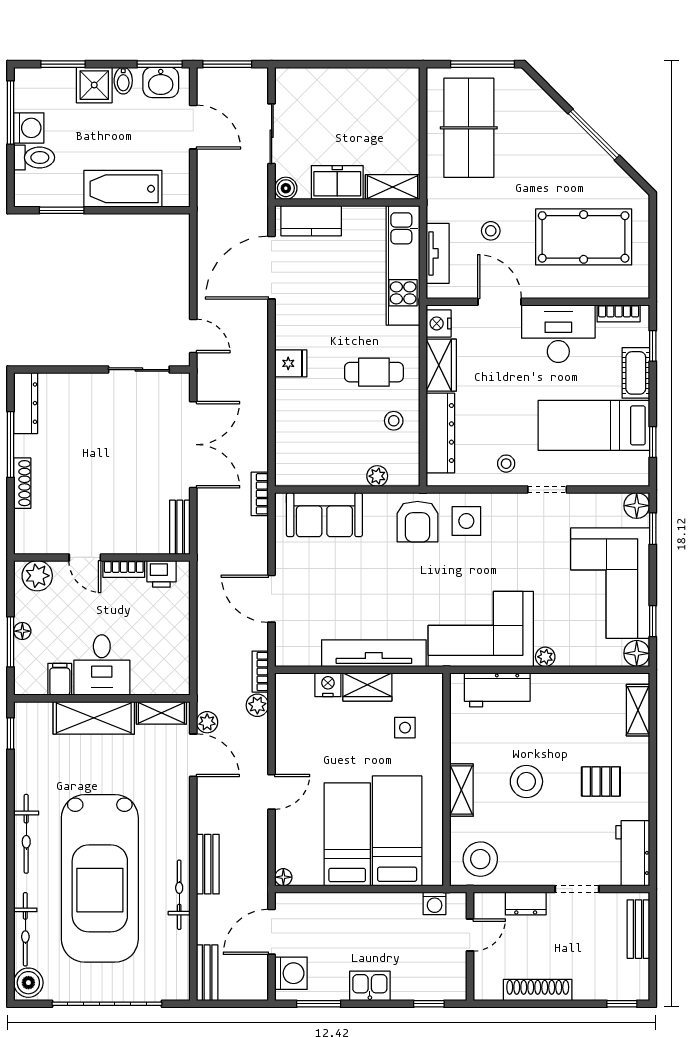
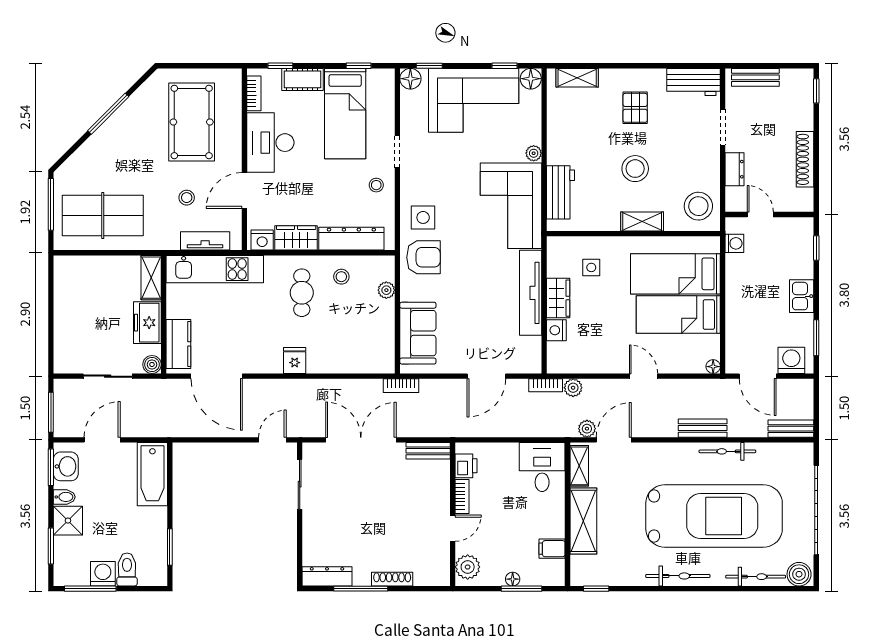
bathtub: (123, 189) -> (152, 474), moved
desk: (102, 665) -> (542, 467), moved, turned -90

